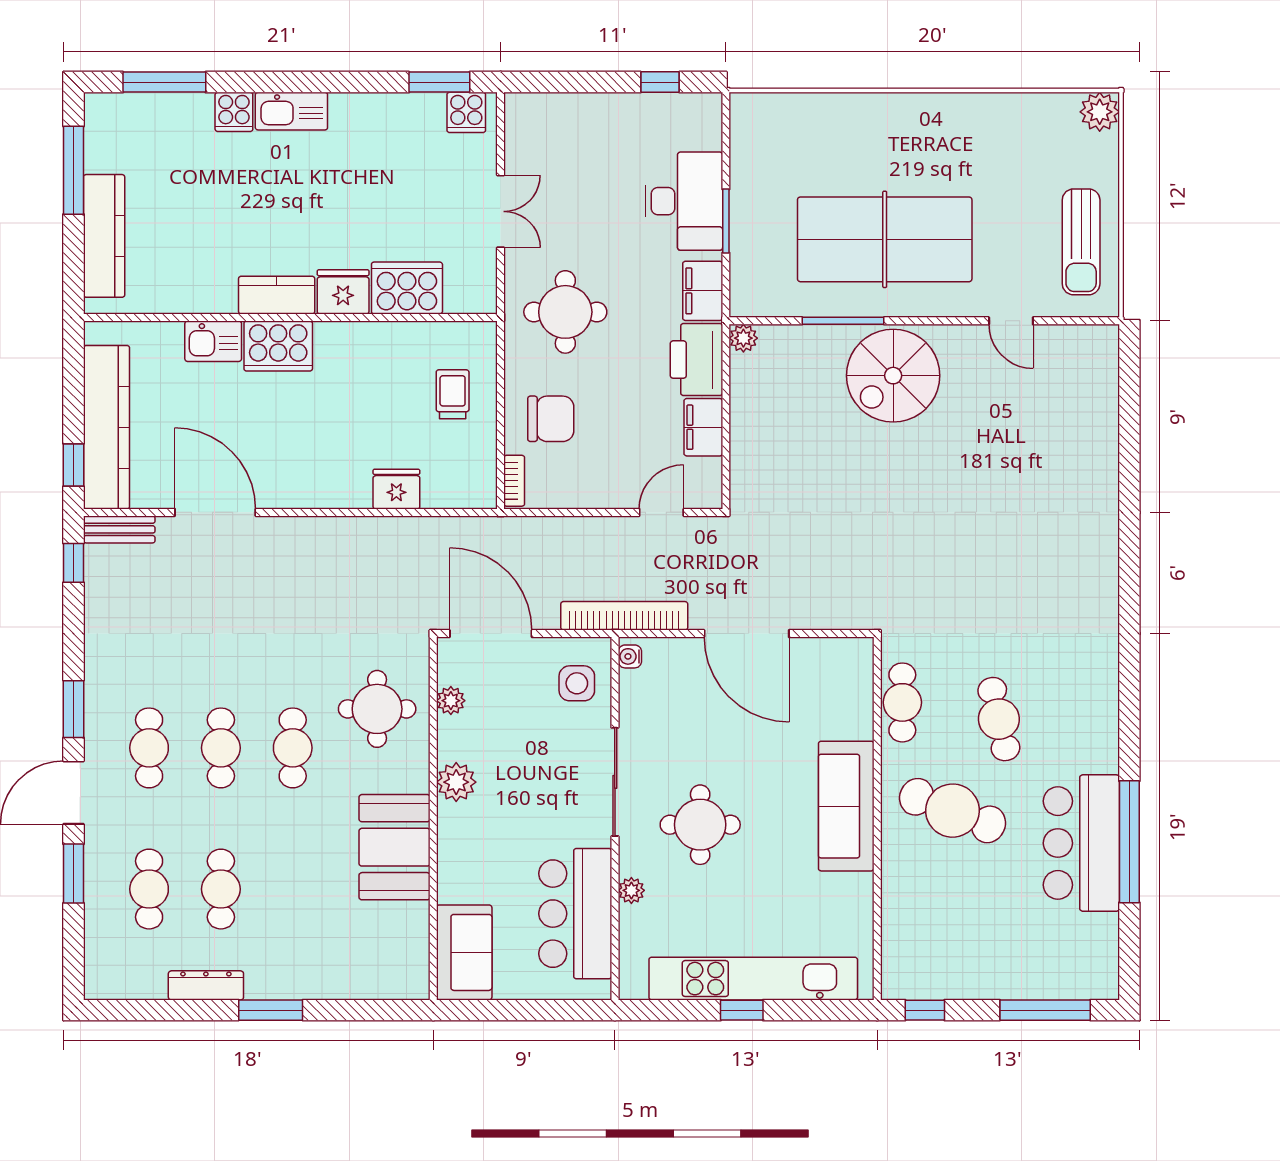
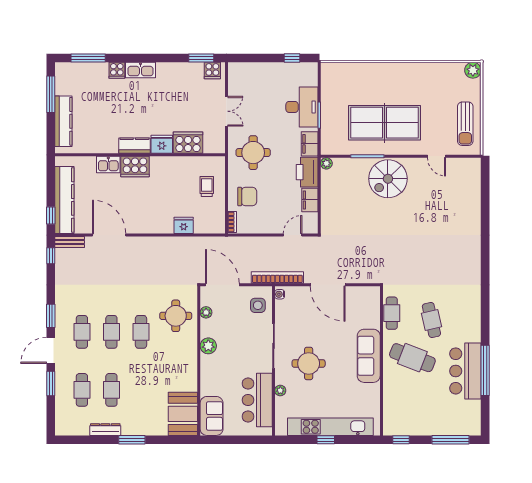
booth: (395, 847) -> (183, 414), moved

